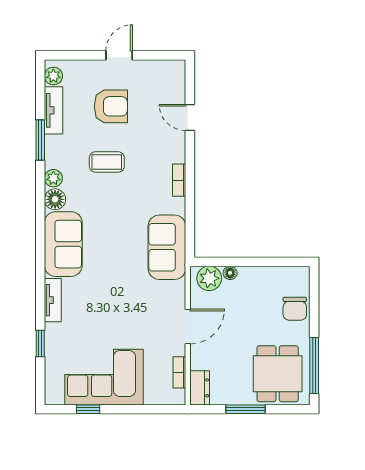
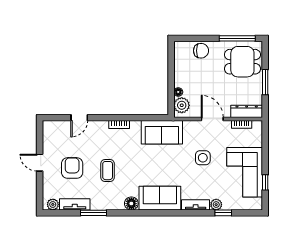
plant: (53, 178) -> (216, 205), moved
side table: (127, 311) -> (203, 158), added
dresser: (200, 388) -> (247, 111), width x1.44

